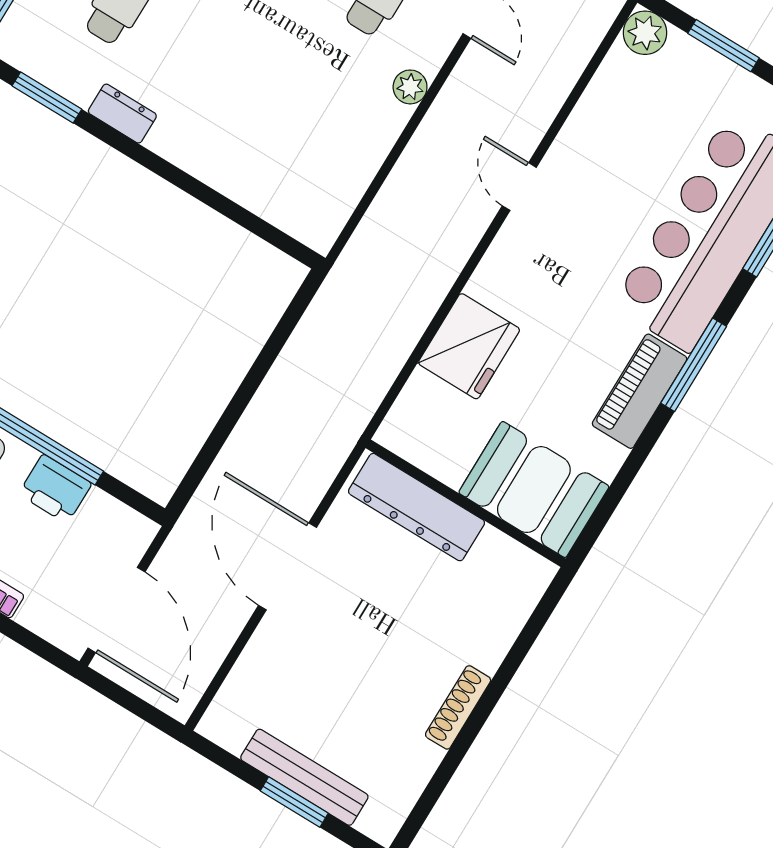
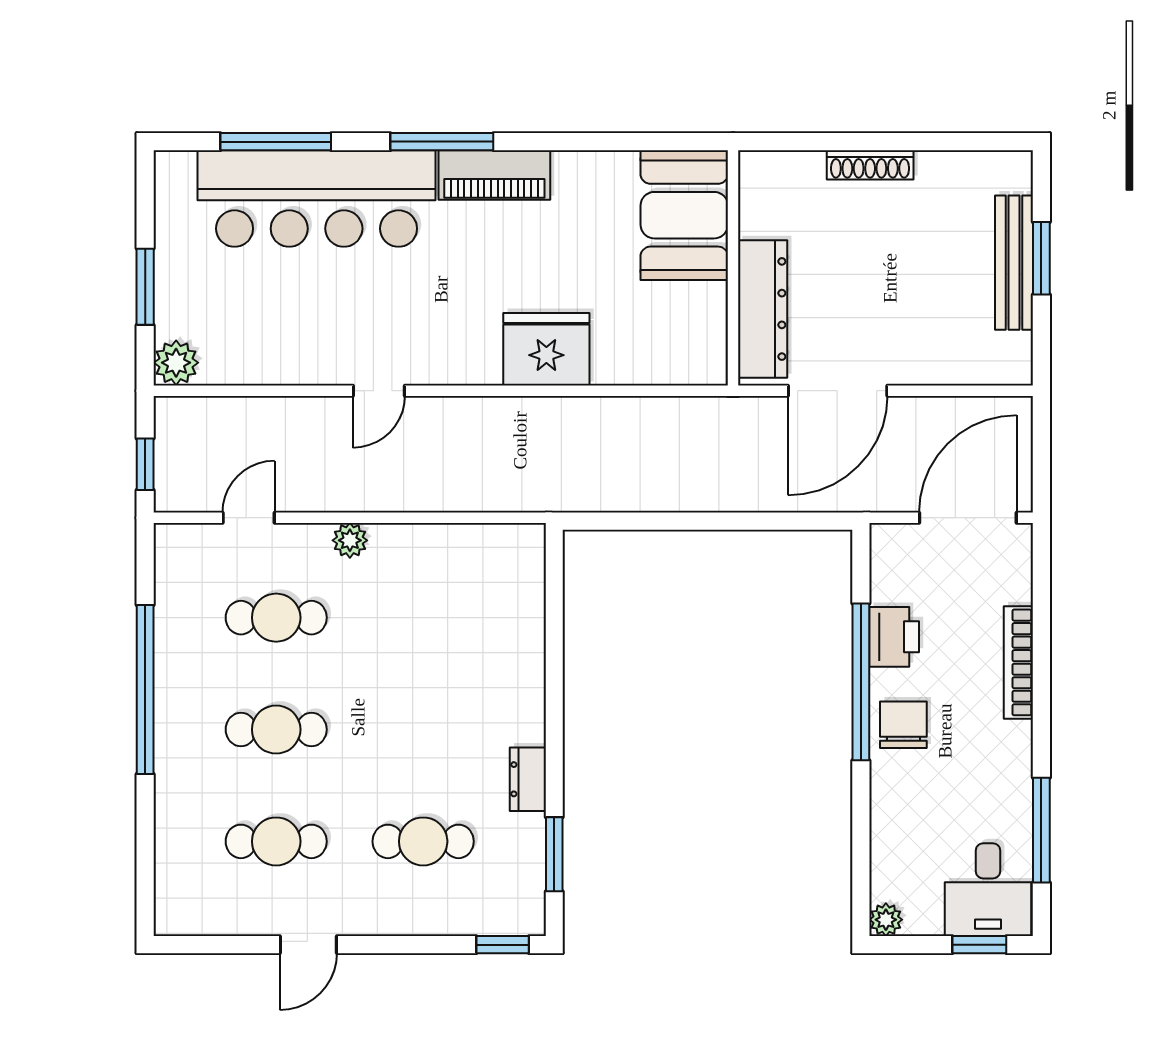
booth: (534, 490) -> (684, 215), moved
wall: (466, 503) -> (733, 268), moved
dresser: (417, 507) -> (763, 309), moved

